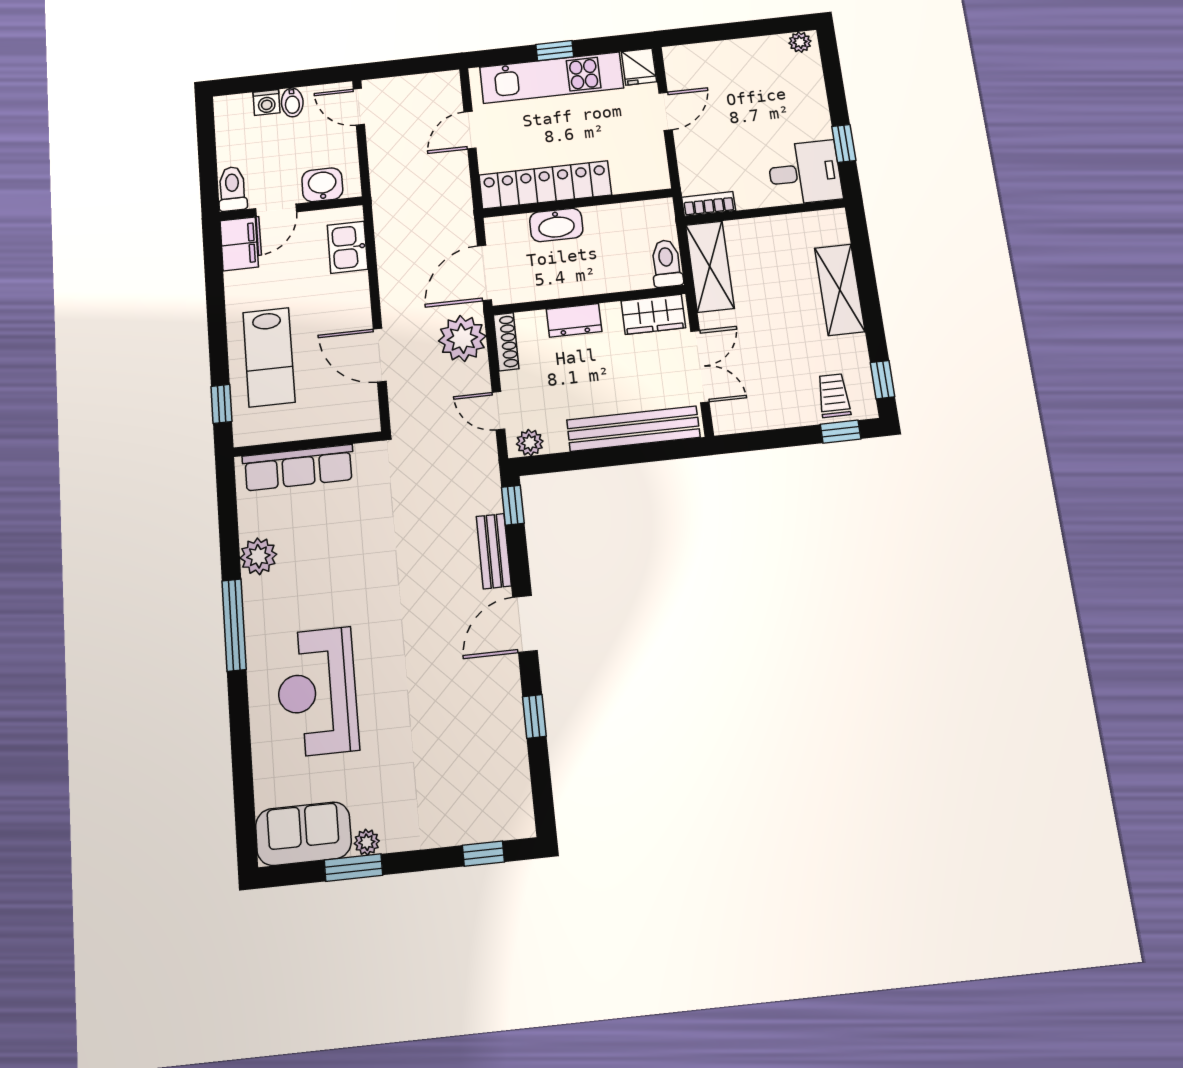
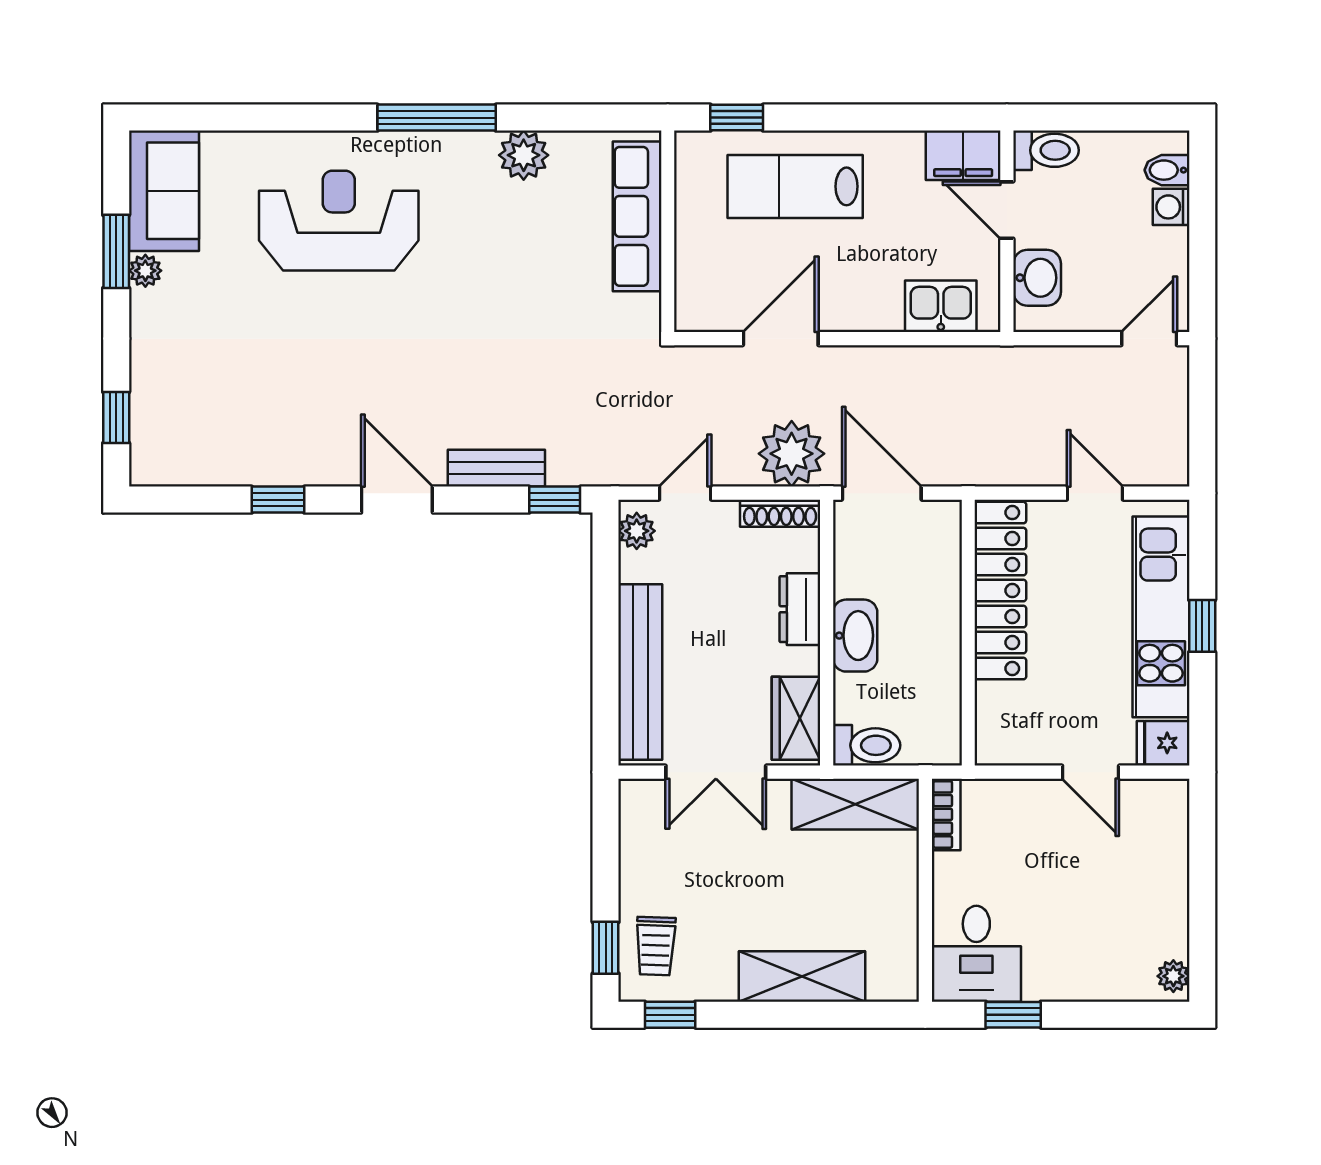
bidet: (292, 102) -> (1167, 170), moved
washbasin: (556, 225) -> (855, 636), moved, turned 180
trolley: (834, 396) -> (656, 946), turned 92

